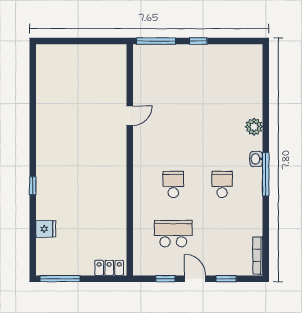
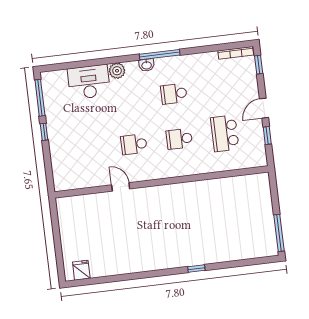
window: (156, 41) -> (40, 98), moved
desk: (246, 95) -> (89, 82), added
school desk: (173, 135) -> (134, 144), added
fridge: (46, 229) -> (81, 270), moved
locker: (109, 268) -> (264, 189), removed
window: (226, 279) -> (259, 65), moved

